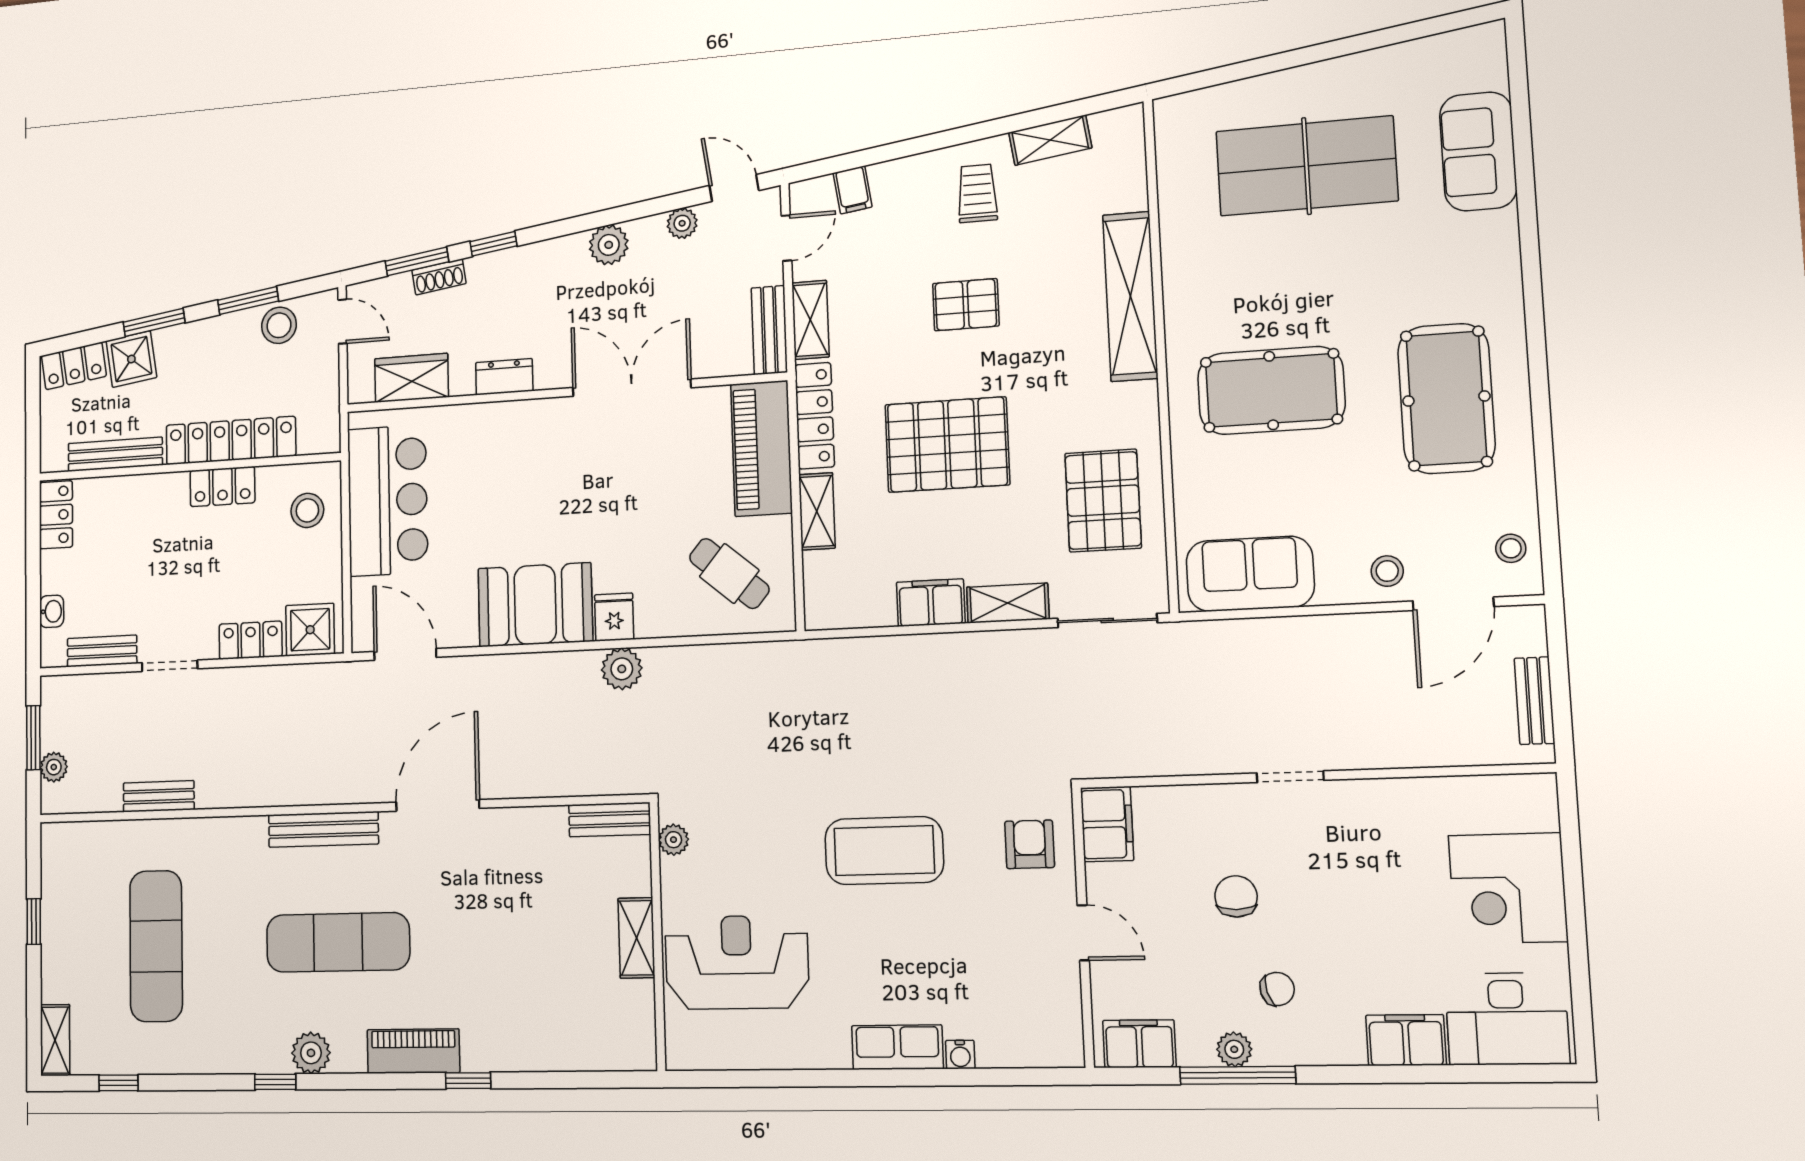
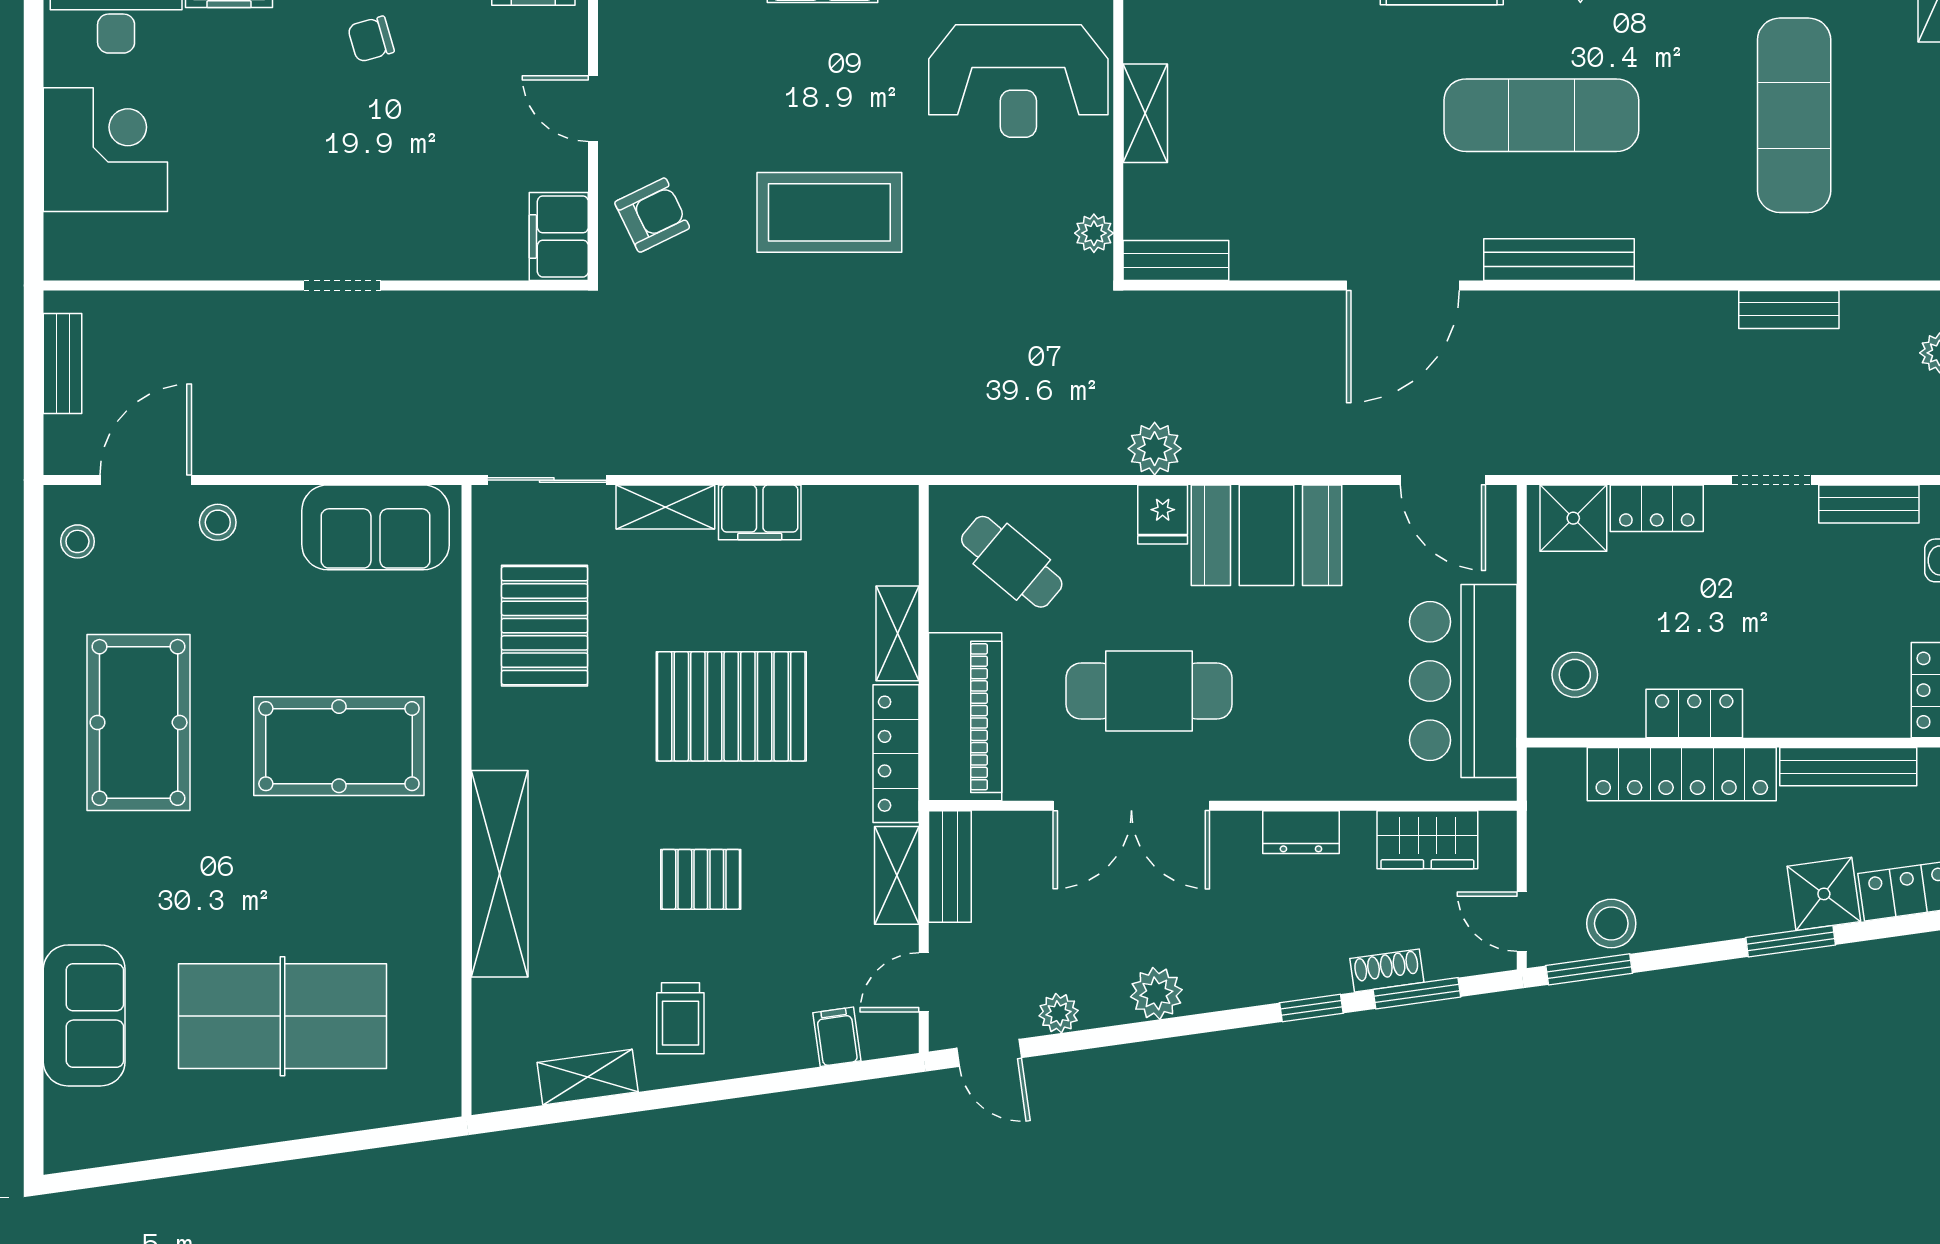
window: (248, 301) -> (1589, 969), moved
cafe table: (621, 478) -> (1149, 691), added
armchair: (1030, 844) -> (652, 215), turned -116
chair: (1236, 896) -> (412, 147), removed

